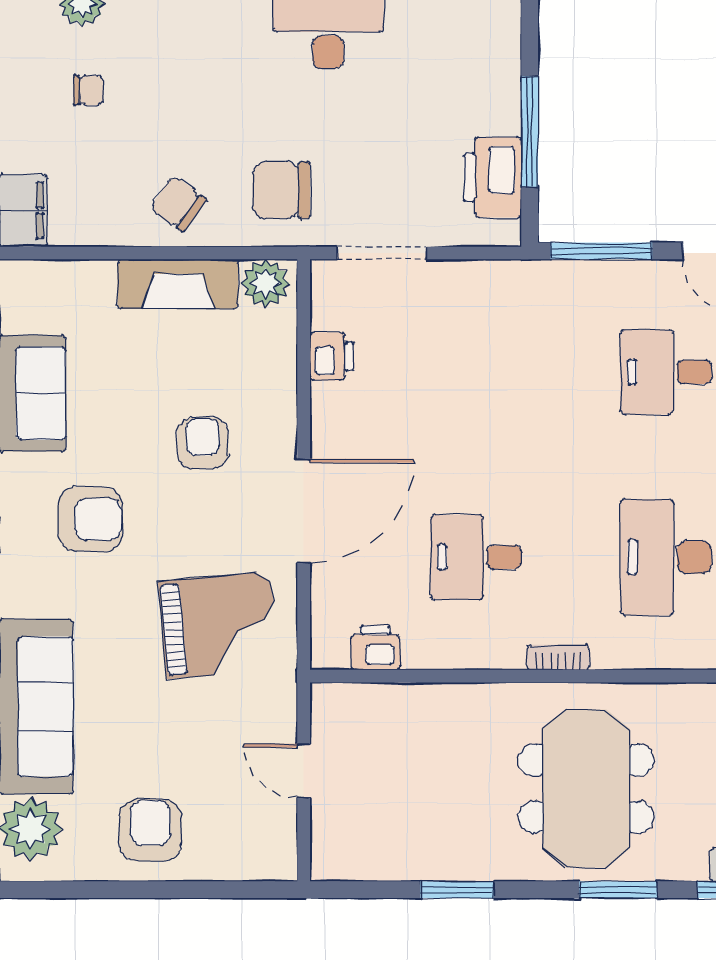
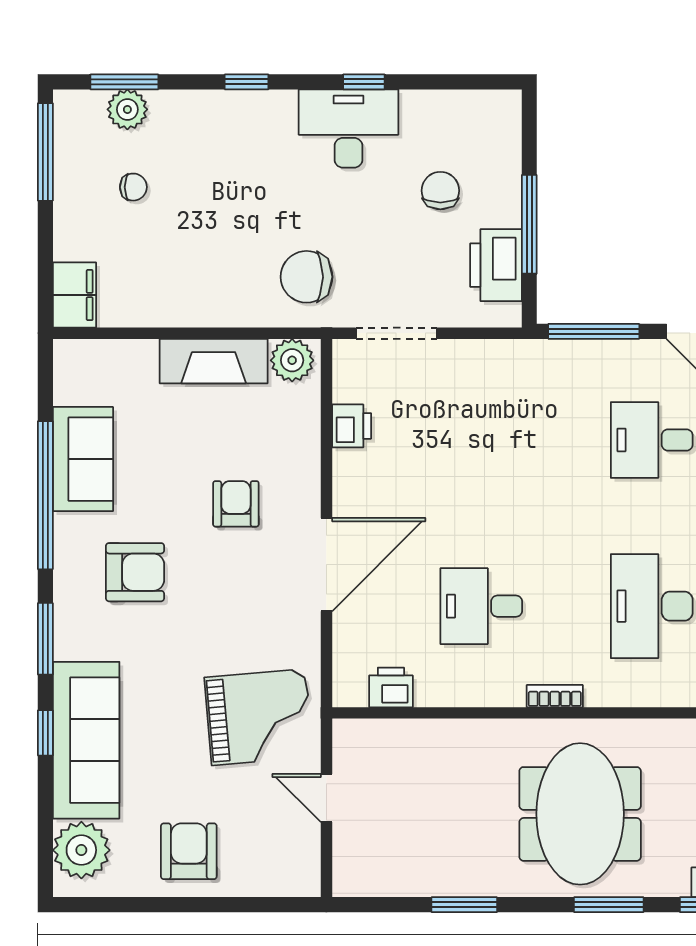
chair: (178, 204) -> (440, 191), moved, turned 54
grand piano: (219, 625) -> (259, 717), moved

